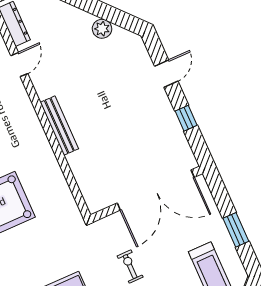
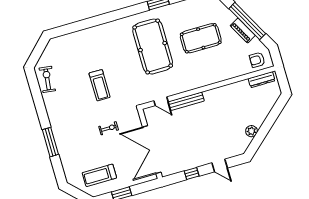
door: (19, 65) -> (161, 101), moved
bench: (59, 126) -> (186, 101), moved

